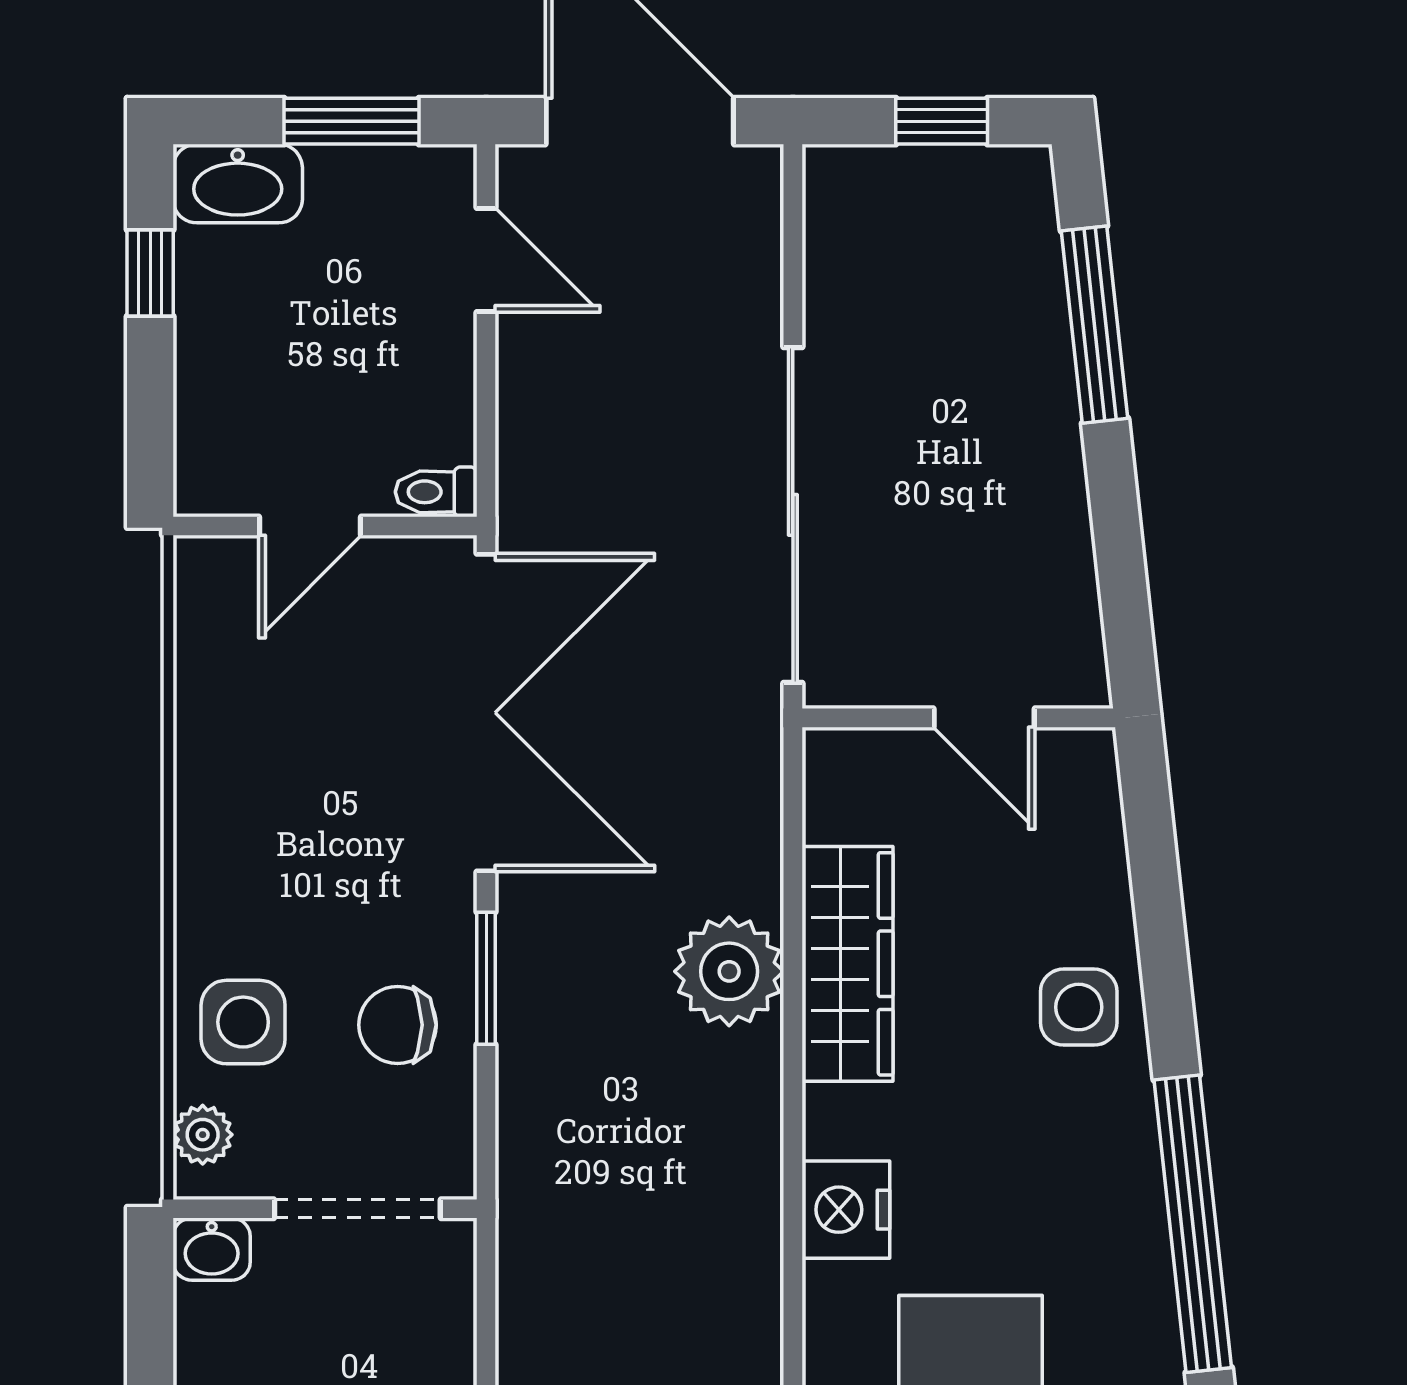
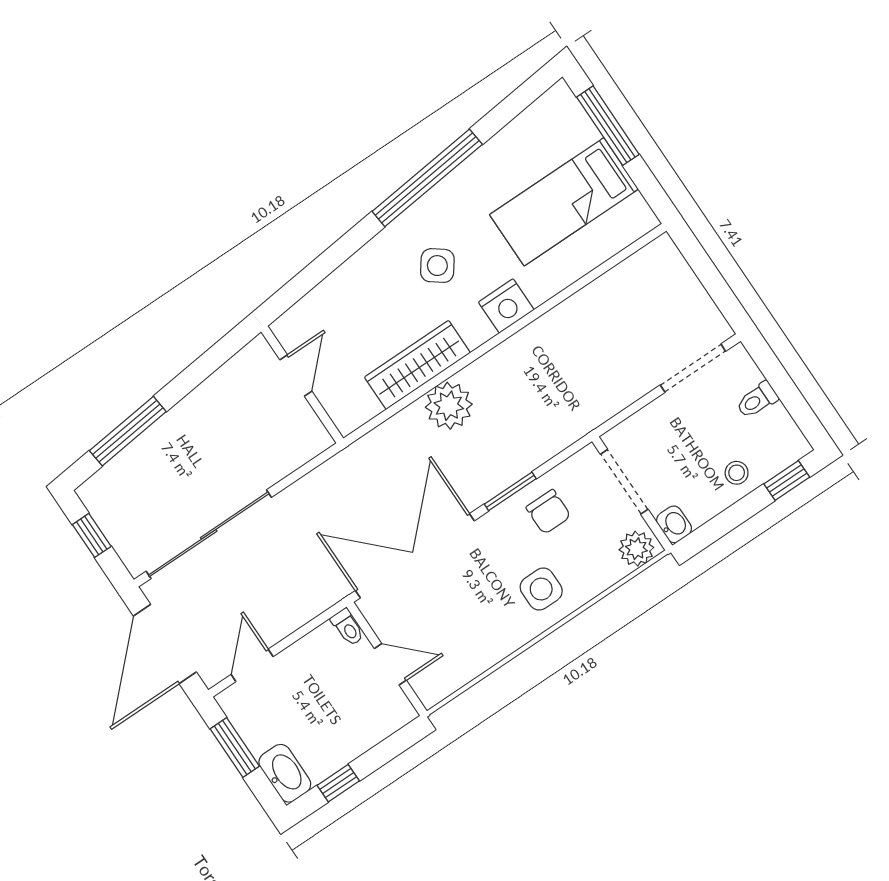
sliding door: (793, 515) -> (209, 534), moved
side table: (1079, 1007) -> (437, 266), moved, turned 37
side table: (243, 1022) -> (541, 589), moved
plant: (203, 1135) -> (636, 549), width x1.38, depth x1.38

